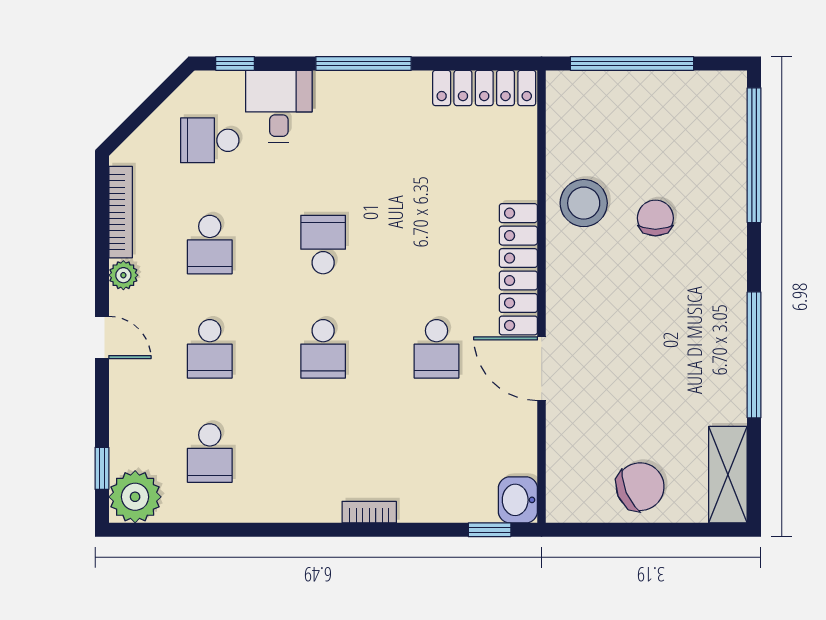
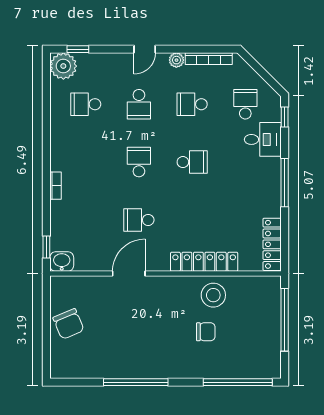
locker: (518, 269) -> (204, 262), moved
school desk: (210, 349) -> (139, 104), turned -90
school desk: (323, 349) -> (139, 162), turned 90
shelving: (728, 475) -> (75, 369), removed

